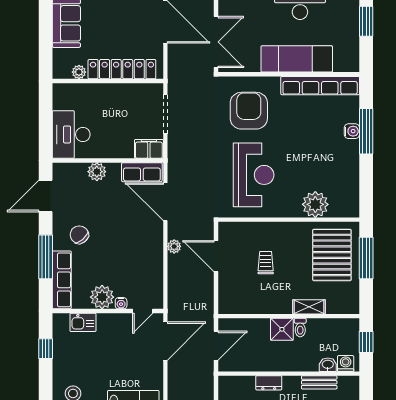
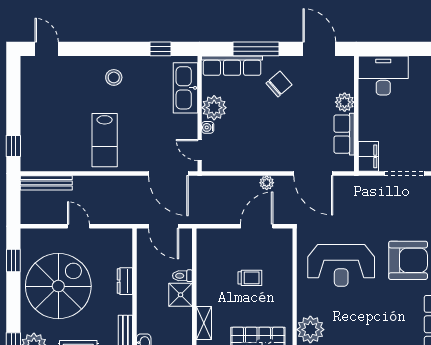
row of seats: (142, 172) -> (344, 134), moved
door: (165, 202) -> (313, 173), swing flipped
kitchen sink: (83, 322) -> (185, 88), width x1.88, depth x1.24
toilet: (300, 327) -> (182, 276), moved

